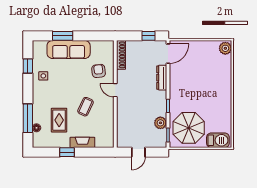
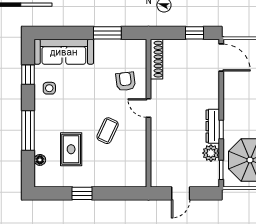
window: (63, 36) -> (107, 33), moved
sofa: (69, 49) -> (64, 52), moved
door: (168, 54) -> (221, 57), hinge flipped
dresser: (162, 78) -> (213, 126), moved
window: (28, 118) -> (28, 131), moved
fireplace: (82, 142) -> (103, 180), removed

